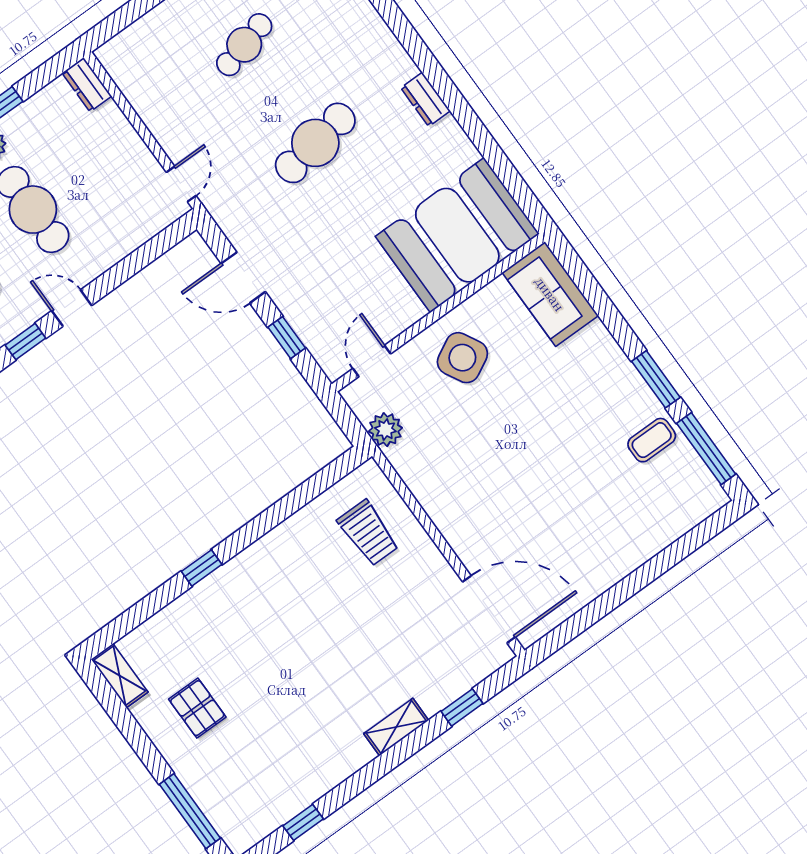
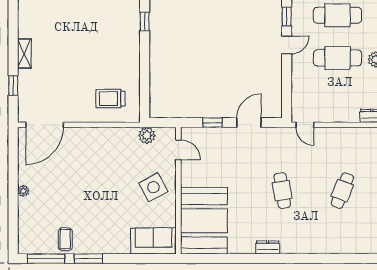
cafe table: (244, 45) -> (342, 191), turned 36
cafe table: (315, 143) -> (282, 191), width x0.73, depth x0.74
plant: (622, 566) -> (23, 191), added

